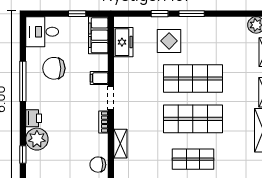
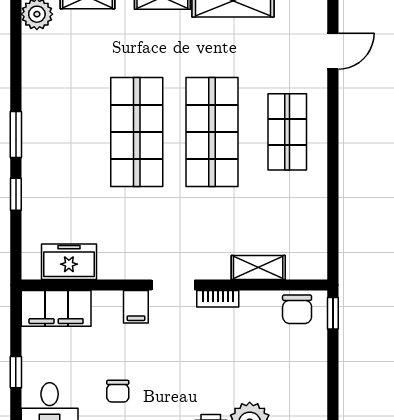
window: (77, 14) -> (16, 372), moved
display table: (169, 41) -> (67, 177), removed
chair: (54, 68) -> (118, 391), width x0.54, depth x0.54

